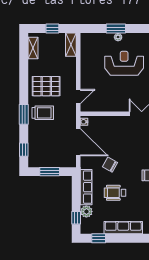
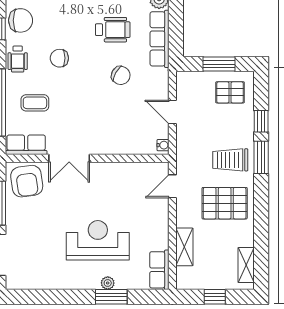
shelving: (71, 45) -> (184, 247), moved
row of seats: (86, 45) -> (159, 270), added
reception desk: (124, 63) -> (98, 240), turned 180
door: (78, 142) -> (172, 112), width x0.53
window: (24, 150) -> (261, 121), moved
pallet: (43, 154) -> (230, 92), added

